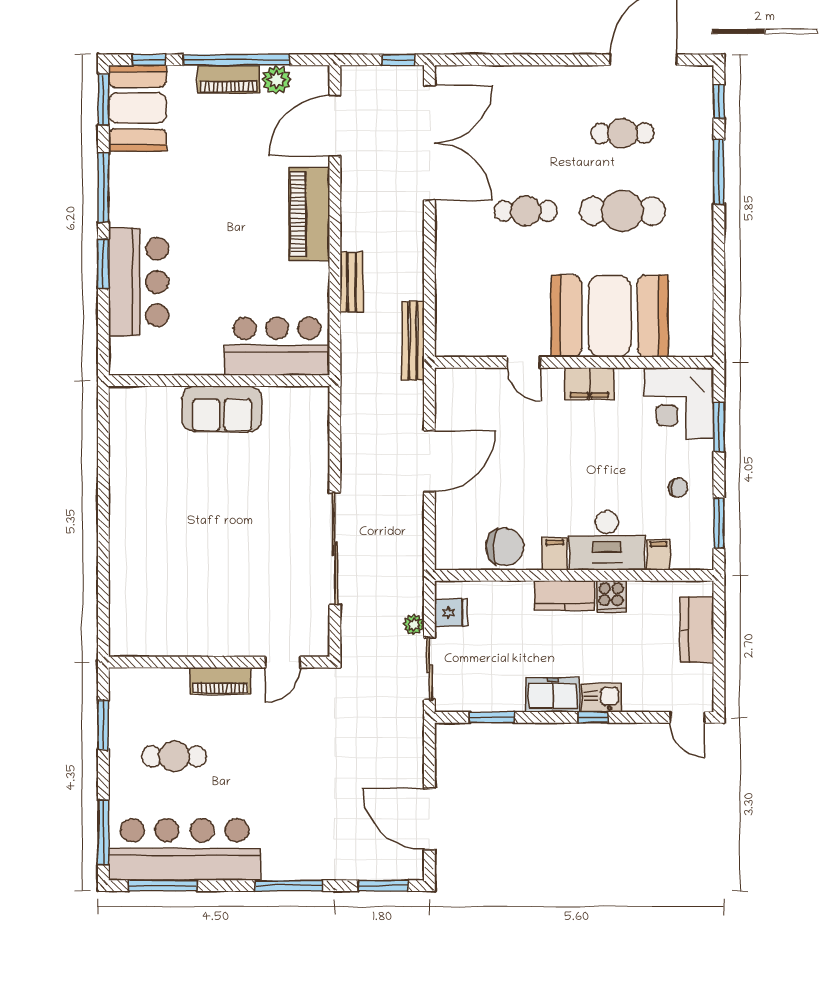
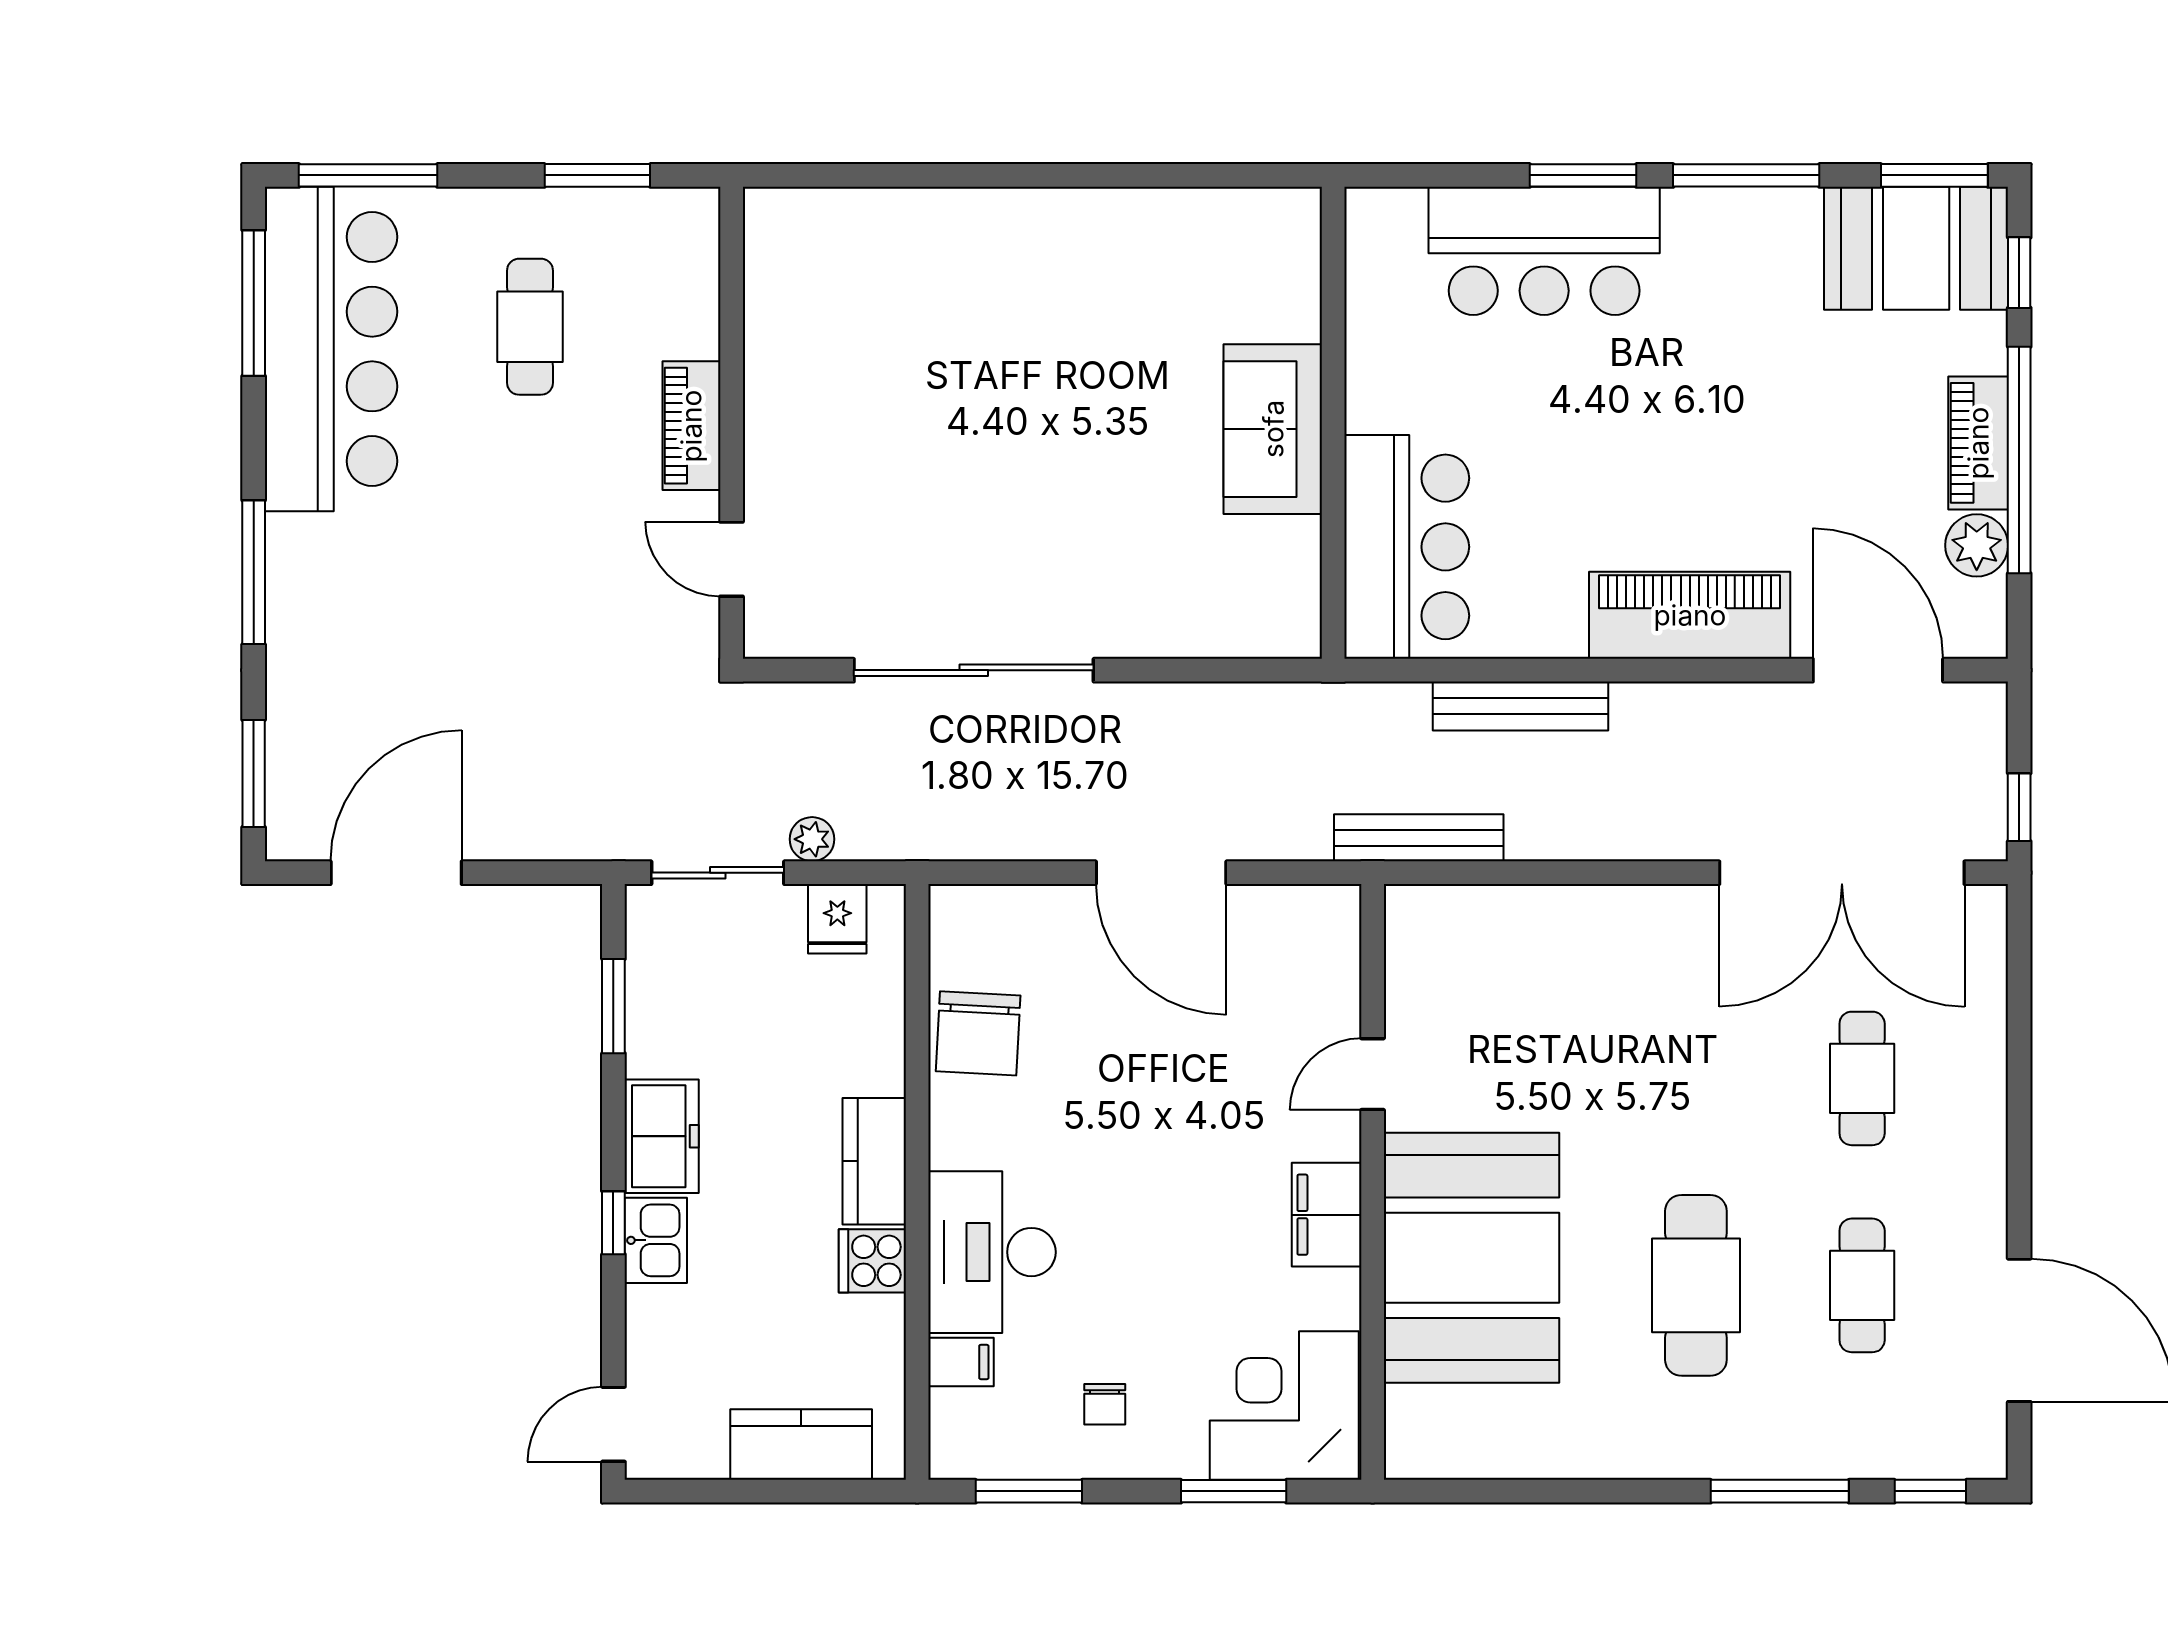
cafe table: (526, 211) -> (1862, 1078), moved
bench: (352, 282) -> (1521, 706), width x1.36
filing cabinet: (555, 554) -> (963, 1140), removed

